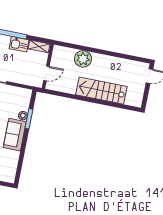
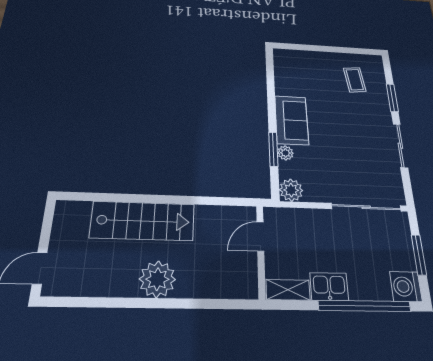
plant: (83, 59) -> (157, 279), moved
plant: (25, 95) -> (291, 190), added

